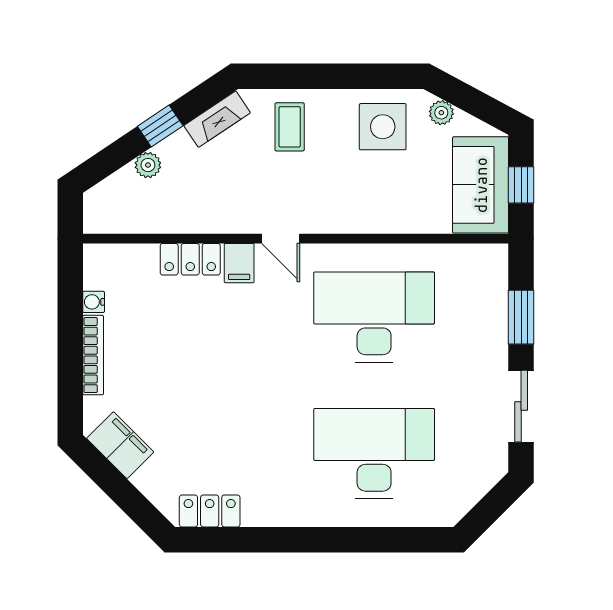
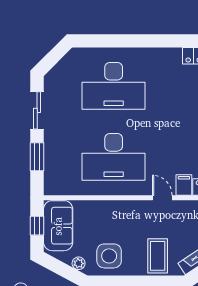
coffee table: (290, 127) -> (158, 256), width x1.36, depth x1.30

